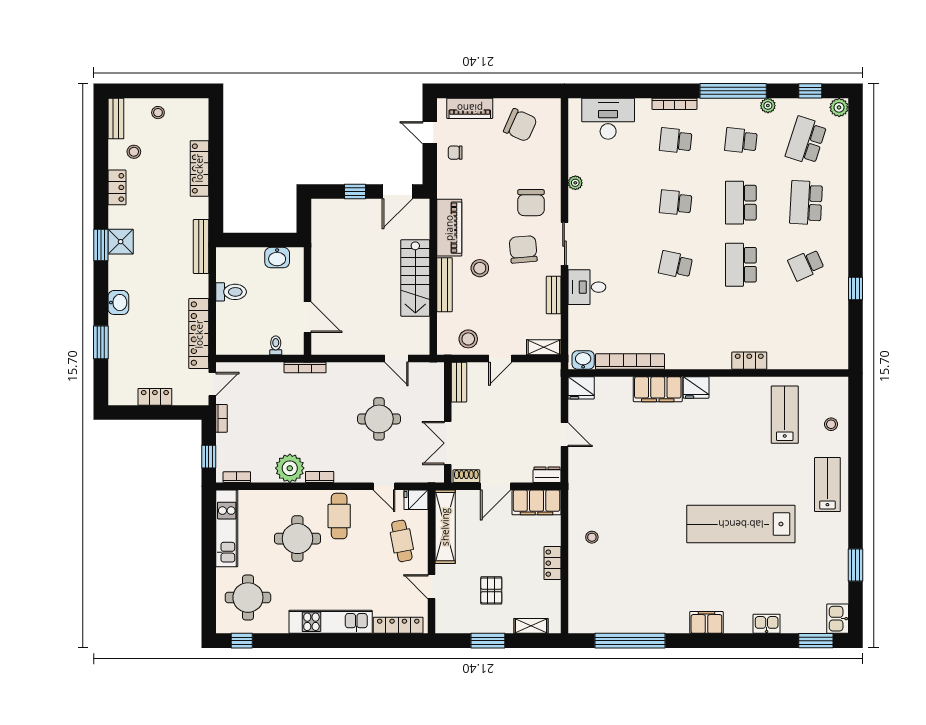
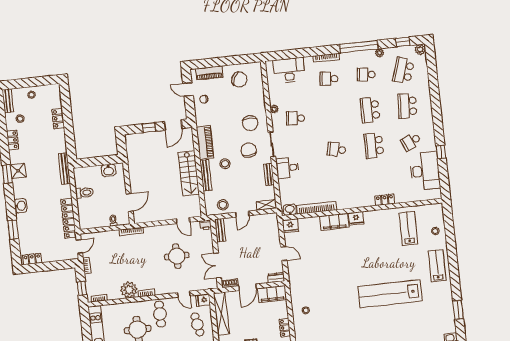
locker: (199, 168) -> (58, 119), width x0.66
school desk: (676, 203) -> (296, 118), moved
door: (308, 317) -> (130, 202), hinge flipped
desk: (824, 318) -> (425, 171), added
printer: (435, 371) -> (206, 225), added
locker: (155, 397) -> (32, 259), moved

